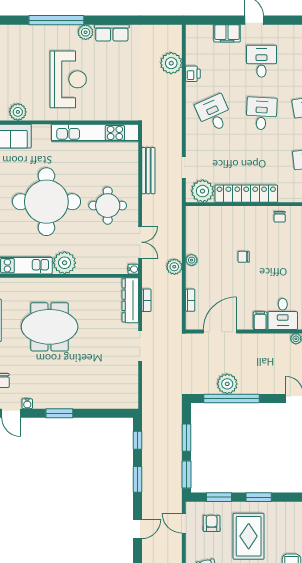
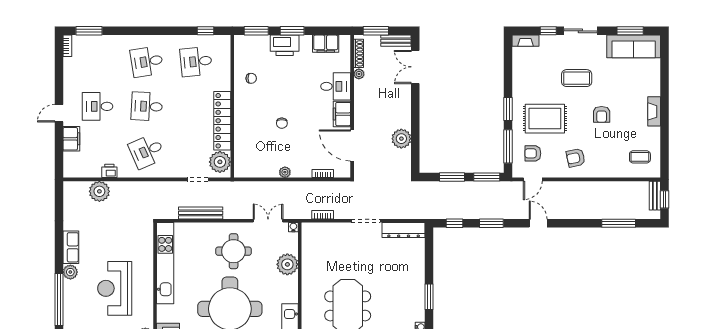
reception desk: (68, 79) -> (115, 288), turned -90
chair: (280, 217) -> (251, 78), moved
plant: (65, 263) -> (287, 264), moved
plant: (174, 267) -> (291, 188), removed
dresser: (130, 300) -> (404, 230), moved
filing cabinet: (260, 321) -> (342, 114), width x2.00
window: (231, 399) -> (415, 135), removed
window: (219, 497) -> (508, 146), width x1.44

